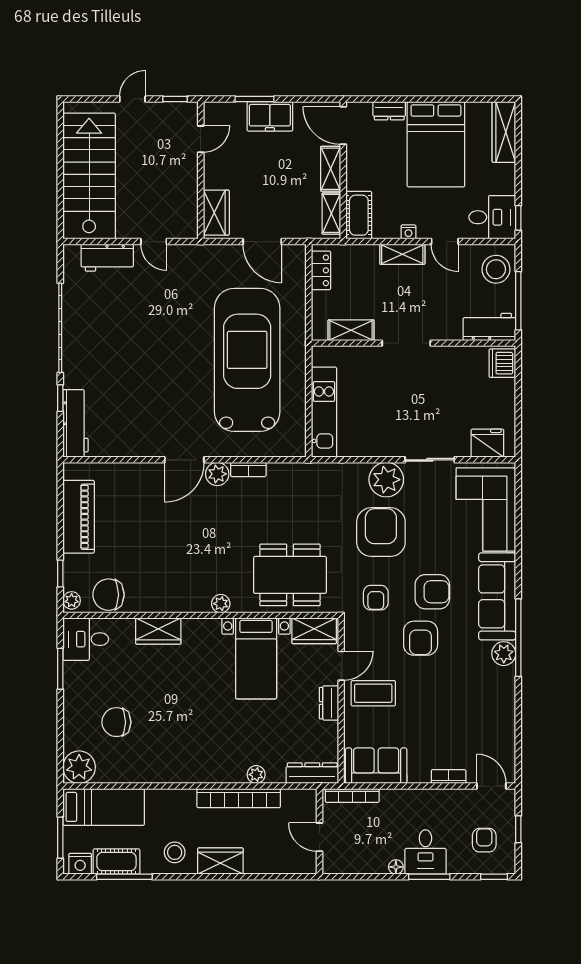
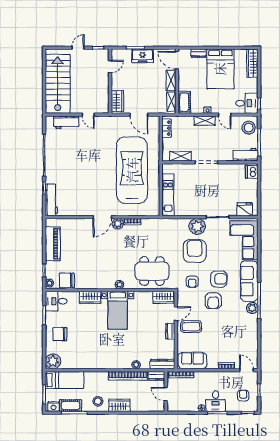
bed with nightstands: (256, 658) -> (118, 310), moved
chair: (116, 722) -> (60, 334), moved
dresser: (300, 798) -> (156, 376), added

